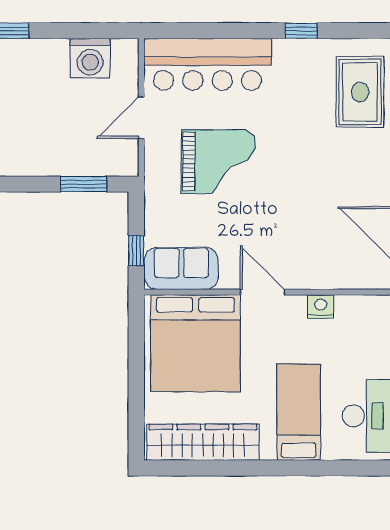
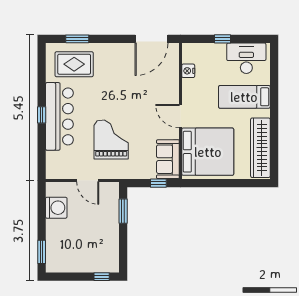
window: (301, 31) -> (42, 115), moved
bar counter: (208, 64) -> (59, 116), moved
door: (262, 292) -> (181, 116), hinge flipped
nightstand: (321, 306) -> (188, 71), moved

